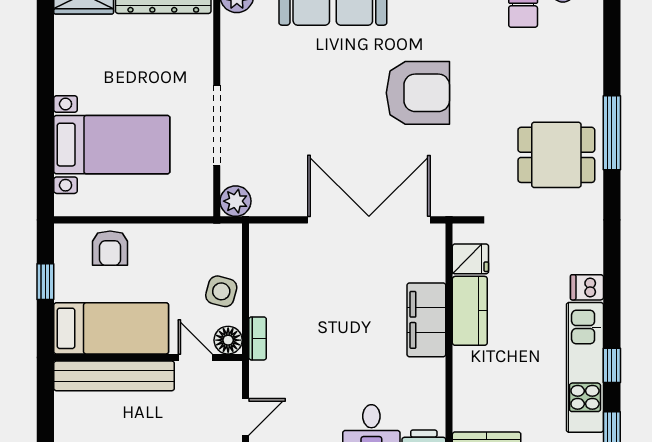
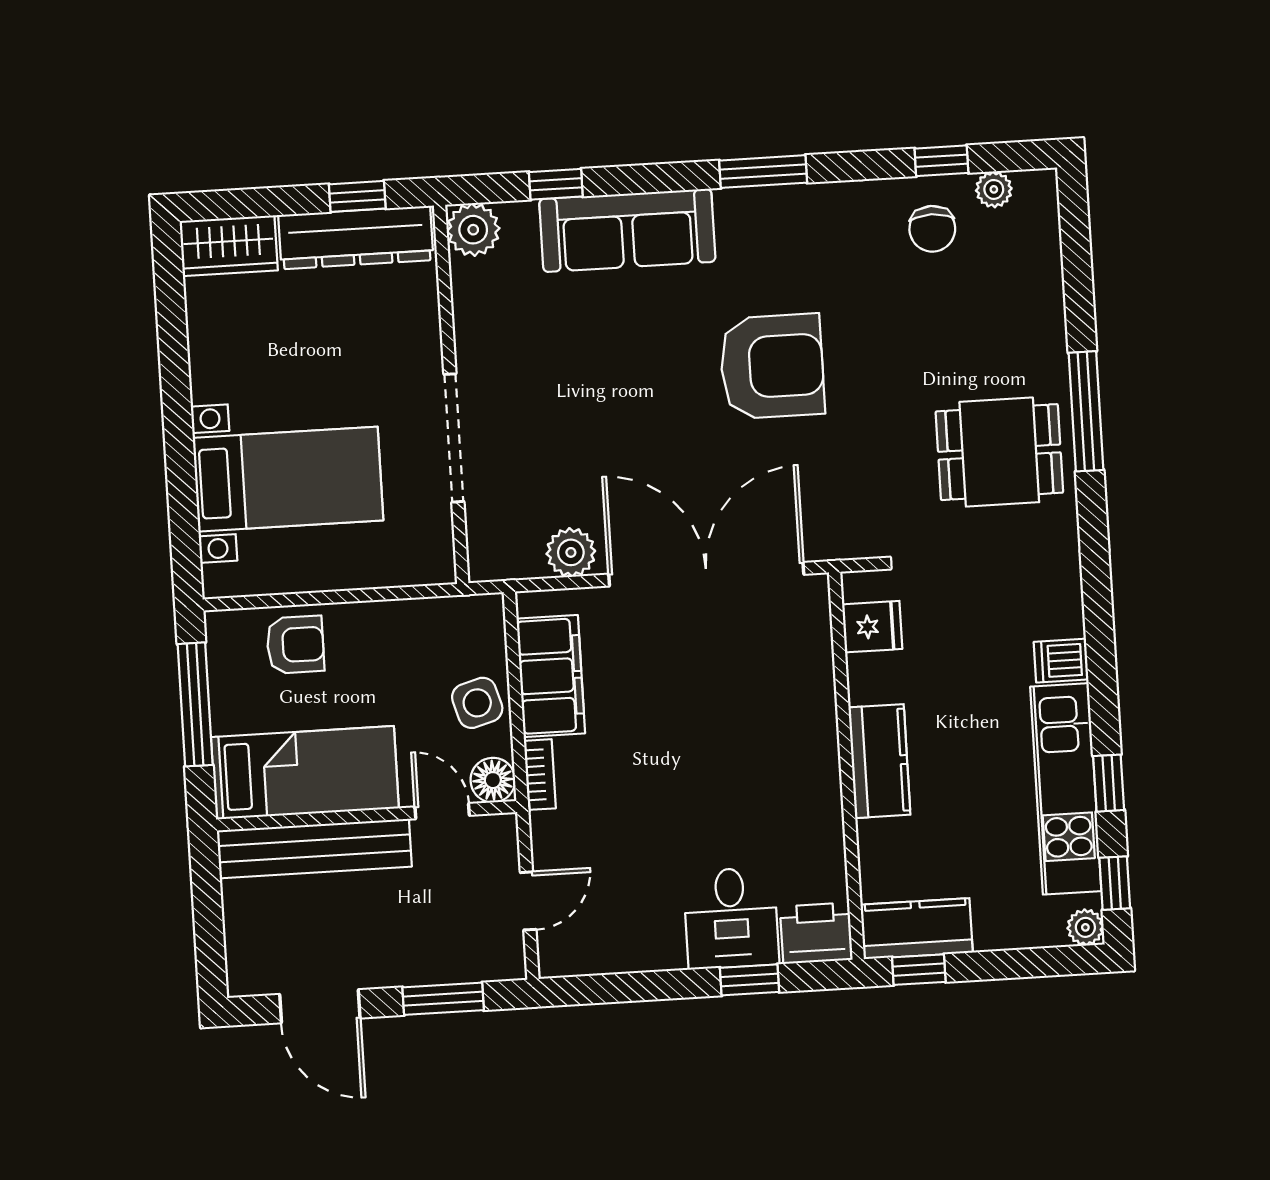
plant: (236, 201) -> (571, 552), moved
armchair: (110, 248) -> (295, 645), turned -90
window: (45, 282) -> (195, 704), width x2.17
side table: (221, 291) -> (477, 703), turned -31
kitchen counter: (470, 311) -> (879, 761), moved
filing cabinet: (426, 320) -> (551, 676), moved, turned 180

